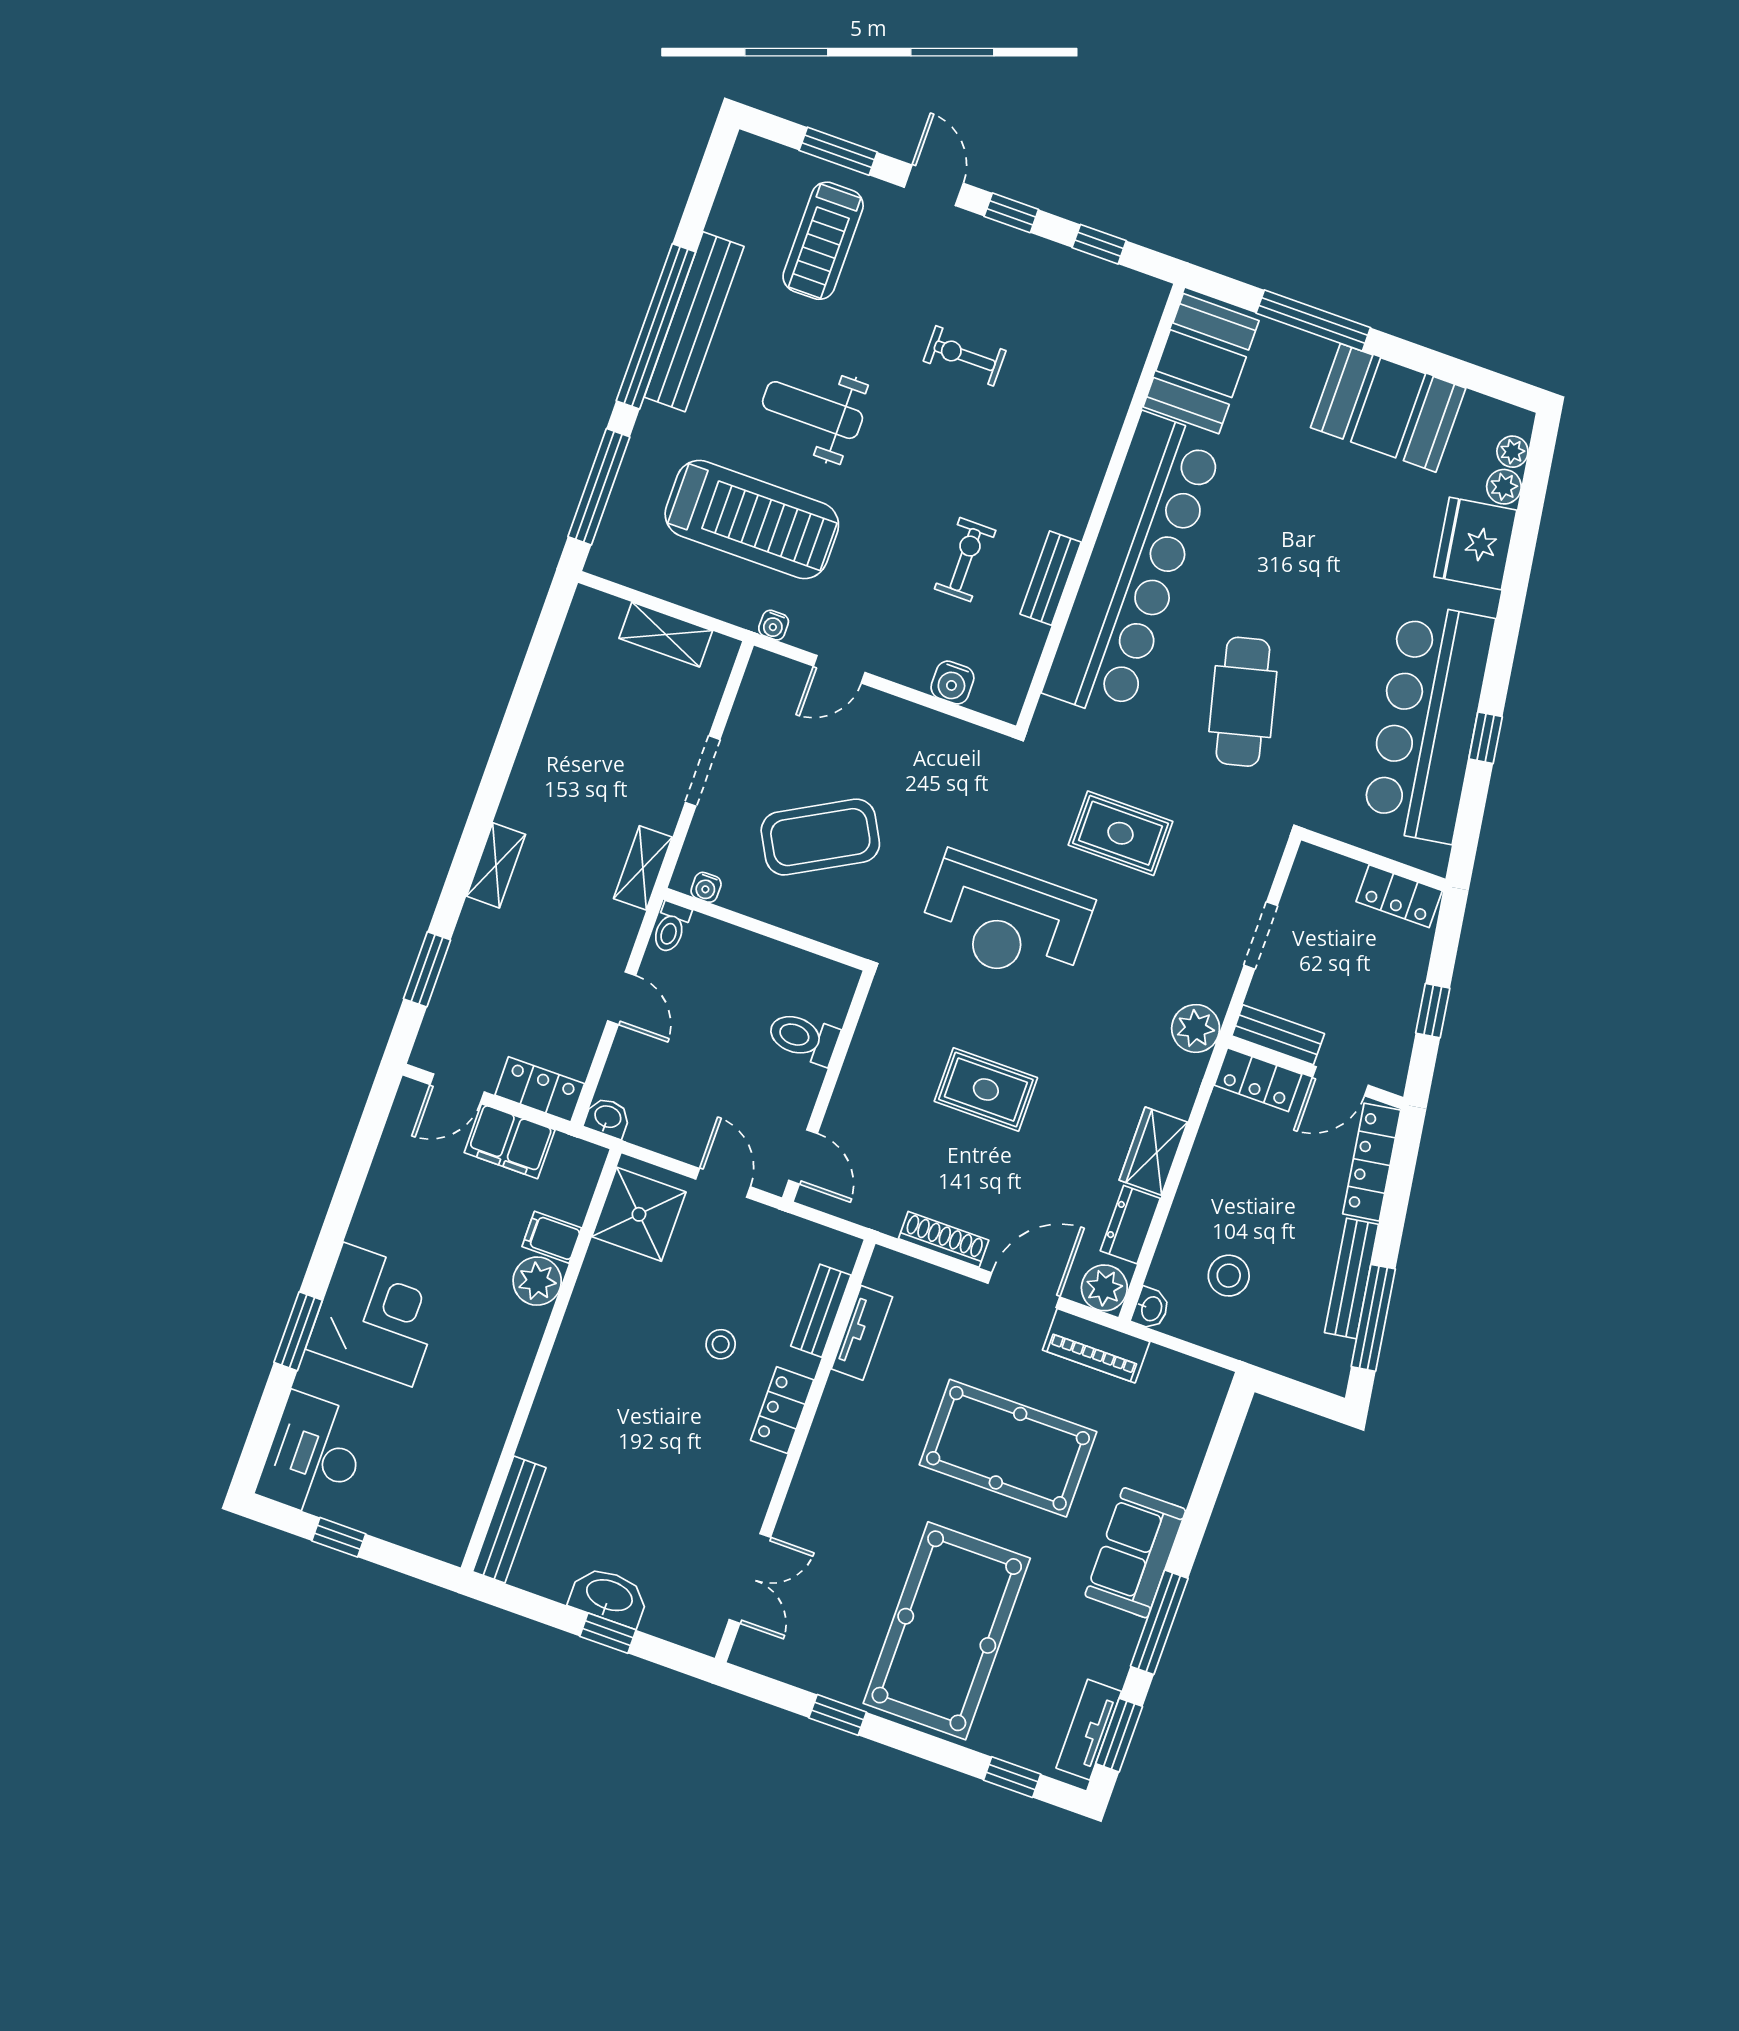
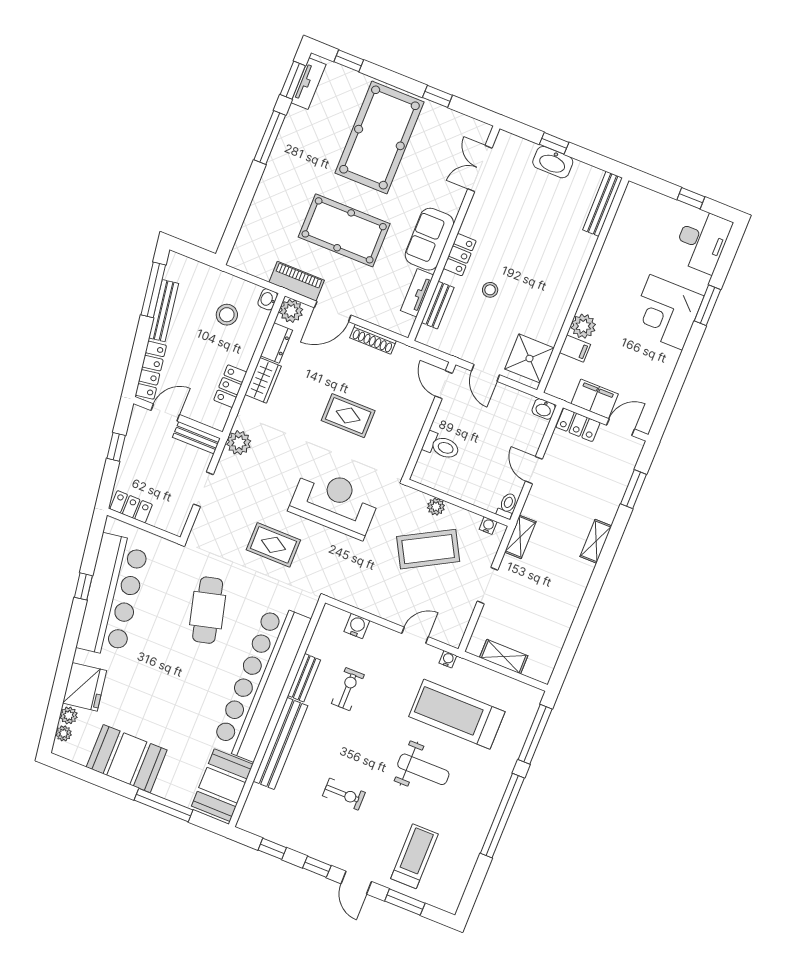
bench: (694, 322) -> (280, 743), moved
exercise bike: (965, 560) -> (348, 689), turned 180
plant: (809, 920) -> (436, 507), added
locker: (1258, 1080) -> (230, 386), moved, turned -90
sofa: (1135, 1553) -> (429, 239), moved, turned 180

